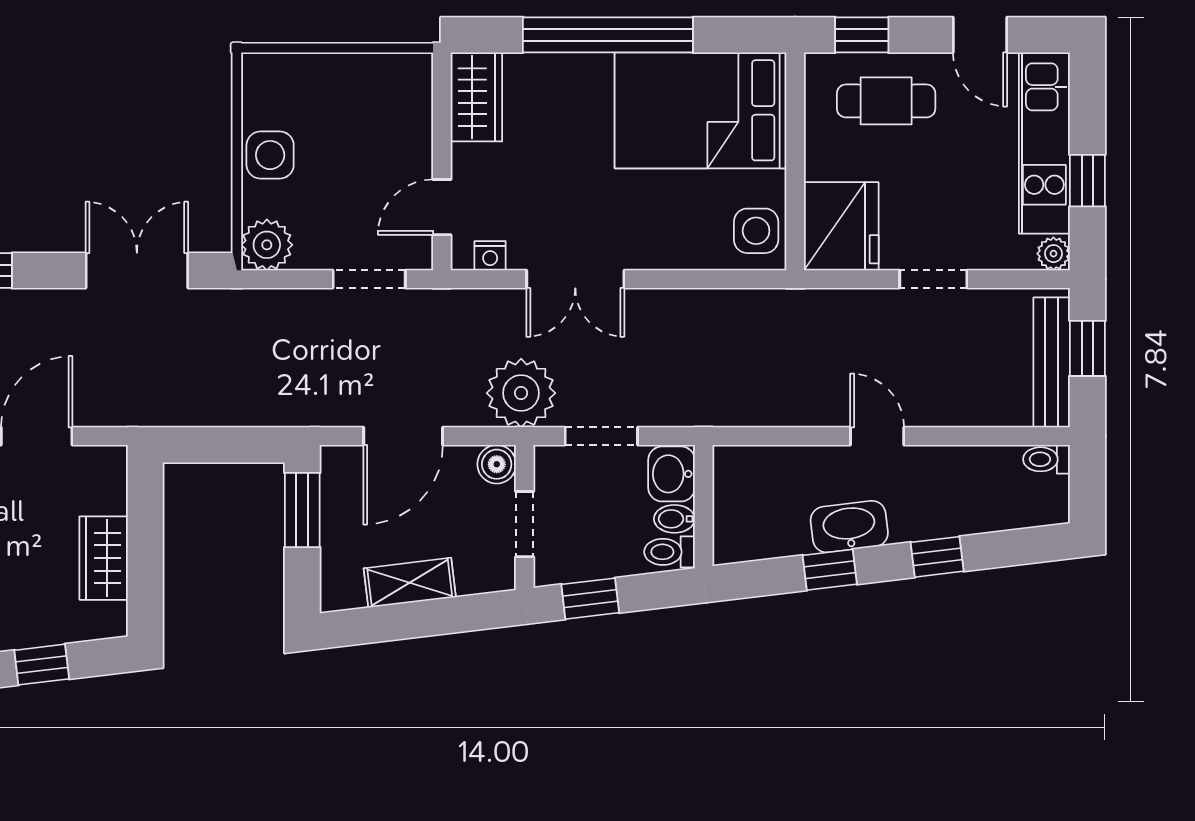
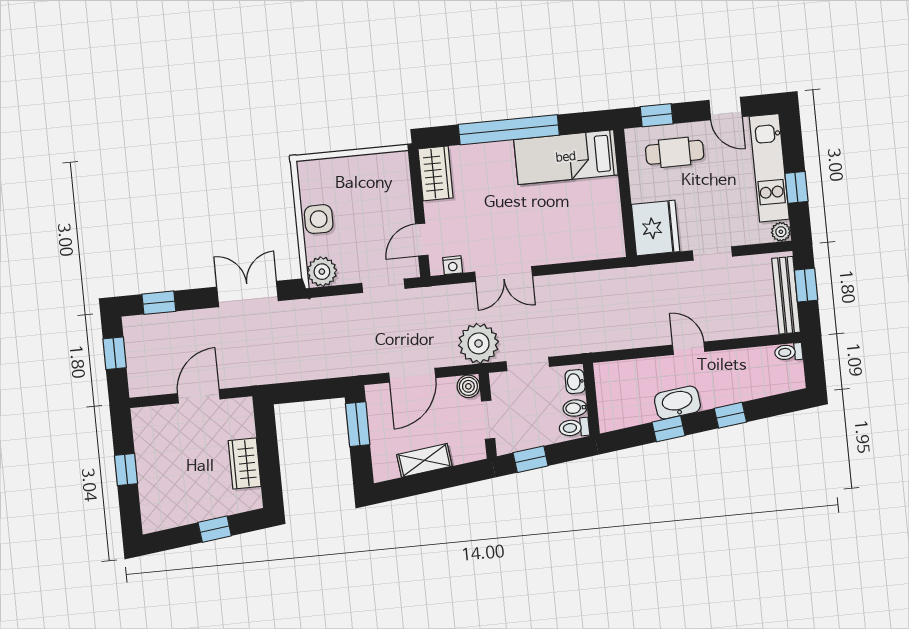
bed: (701, 110) -> (566, 157), width x0.67
side table: (756, 231) -> (606, 235), removed
washbasin: (672, 474) -> (575, 382), width x0.72, depth x0.69

